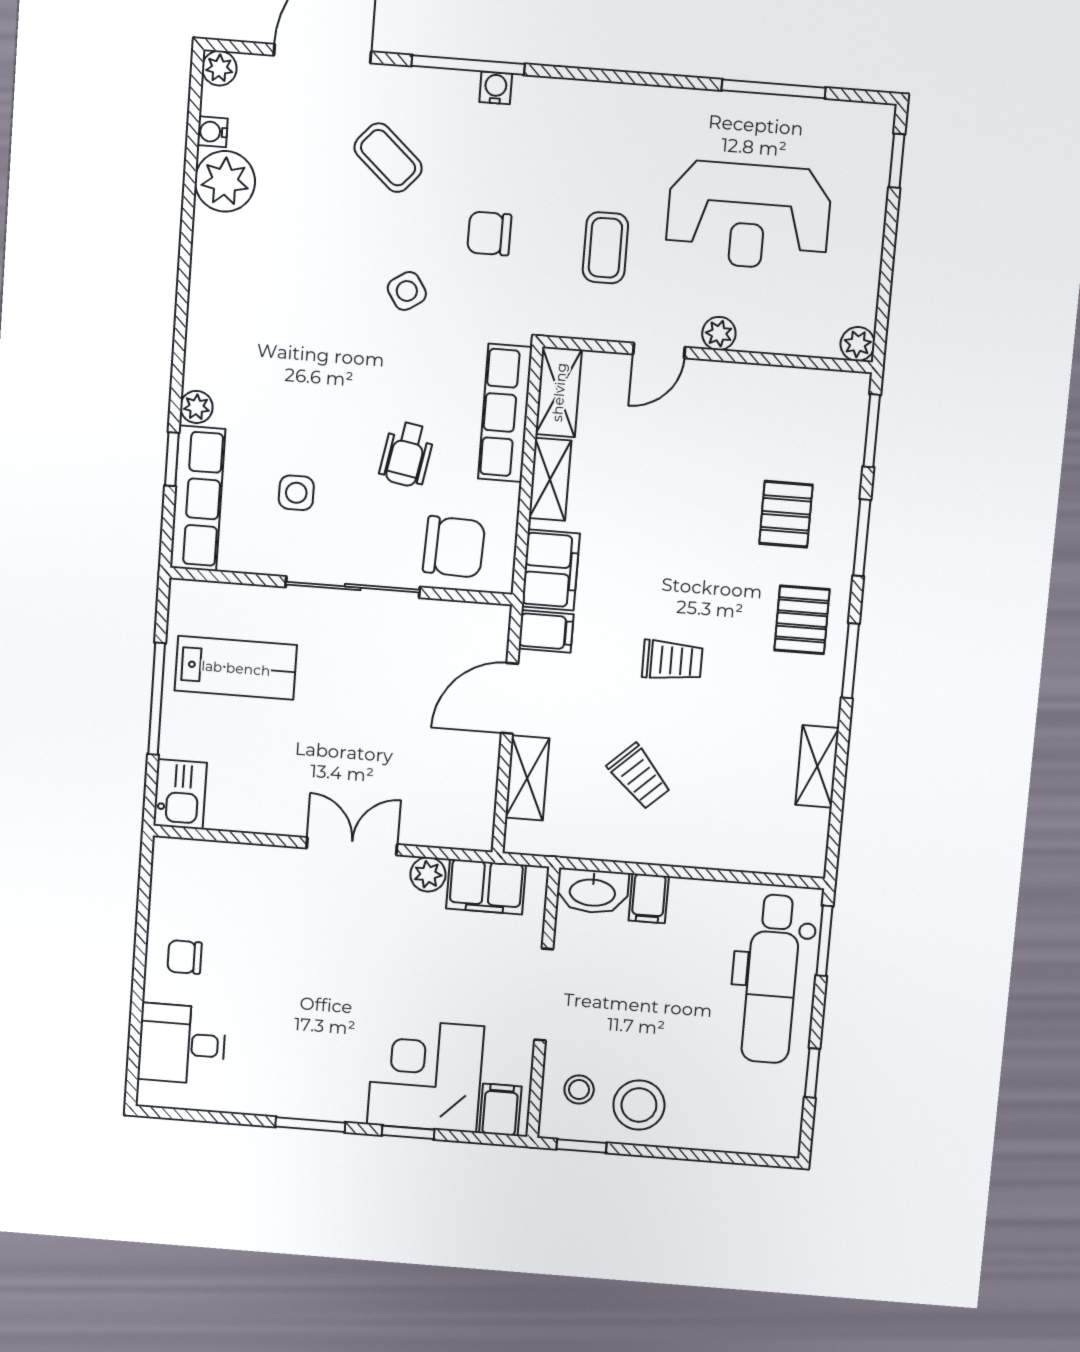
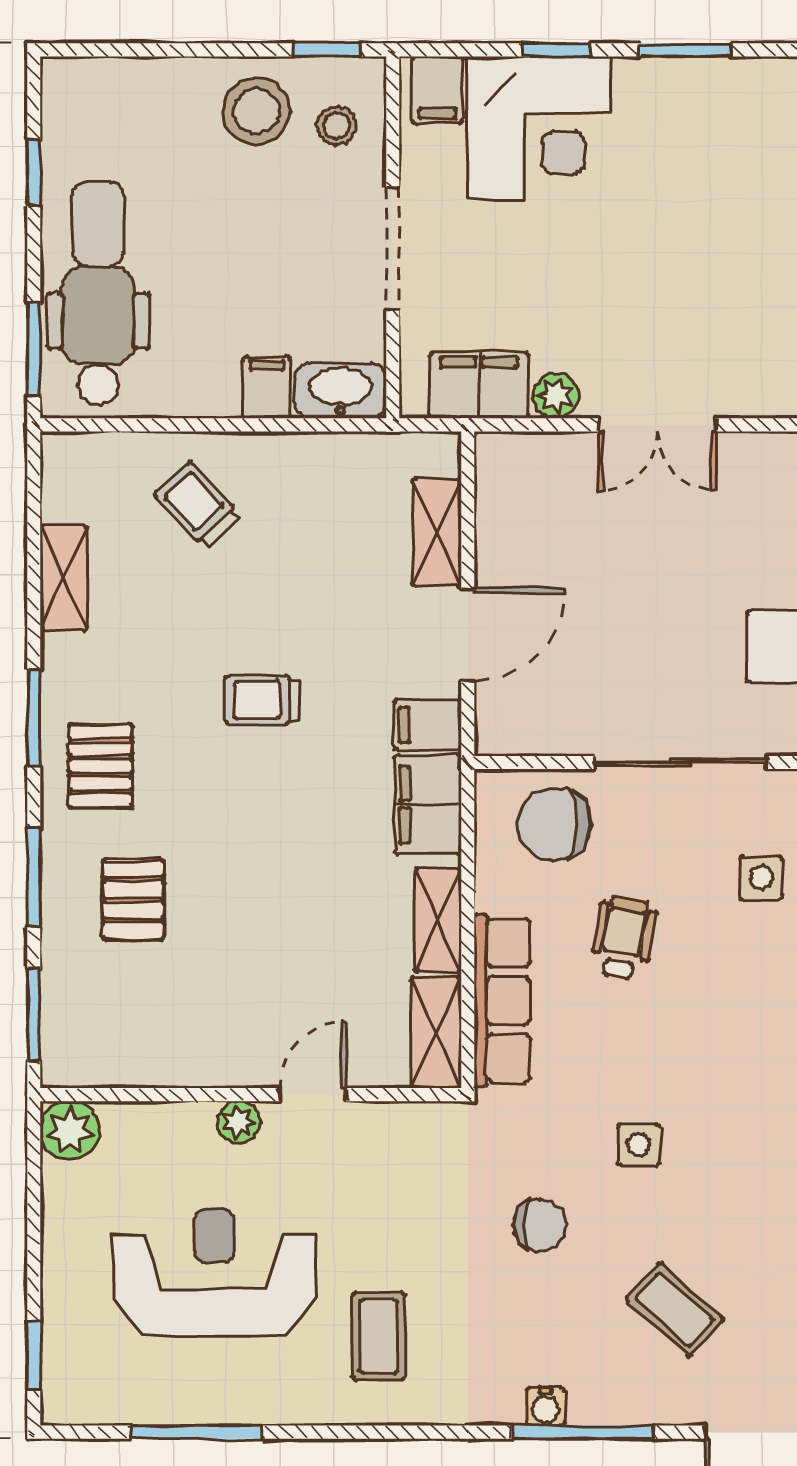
coffee table: (605, 248) -> (379, 1336), moved
side table: (407, 291) -> (639, 1145), turned 33
plant: (858, 344) -> (70, 1131), width x1.38, depth x1.38
trolley: (639, 776) -> (197, 505), moved

